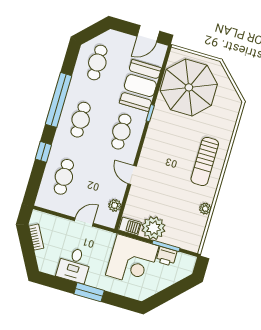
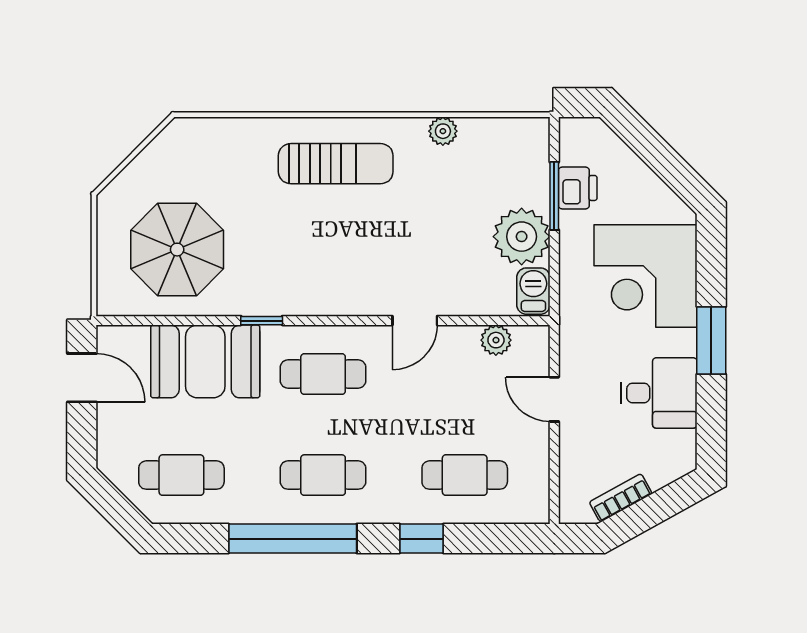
parasol: (189, 87) -> (177, 250), width x0.73, depth x0.73
corner desk: (132, 260) -> (645, 276), moved, turned 180

